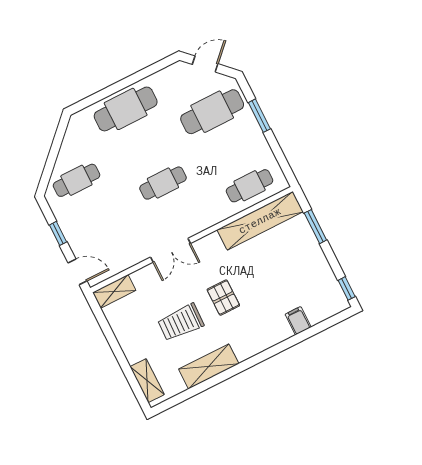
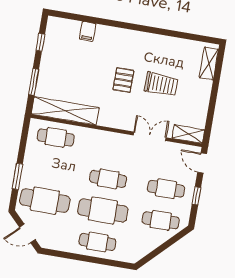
cafe table: (126, 109) -> (97, 242), width x0.73, depth x0.74
cafe table: (144, 146) -> (103, 210), added
cafe table: (95, 217) -> (166, 189), added
double door: (170, 250) -> (150, 136), moved
window: (347, 288) -> (40, 42), moved
shelving: (209, 366) -> (164, 44), removed

